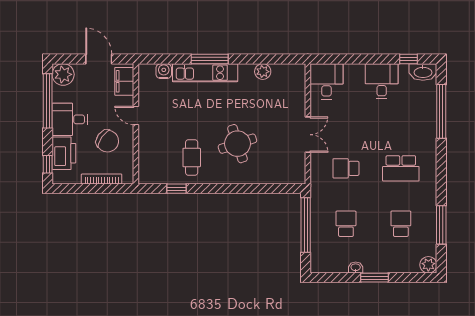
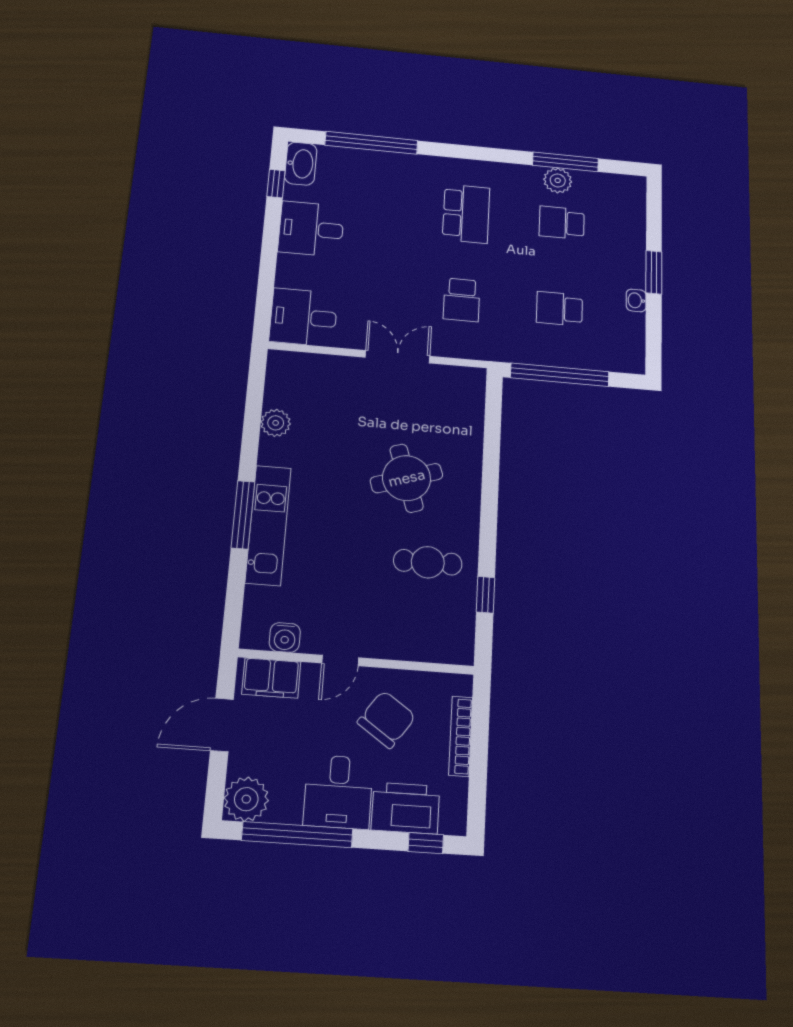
water cooler: (164, 71) -> (285, 637), moved, turned -90
plant: (428, 265) -> (558, 180), moved

